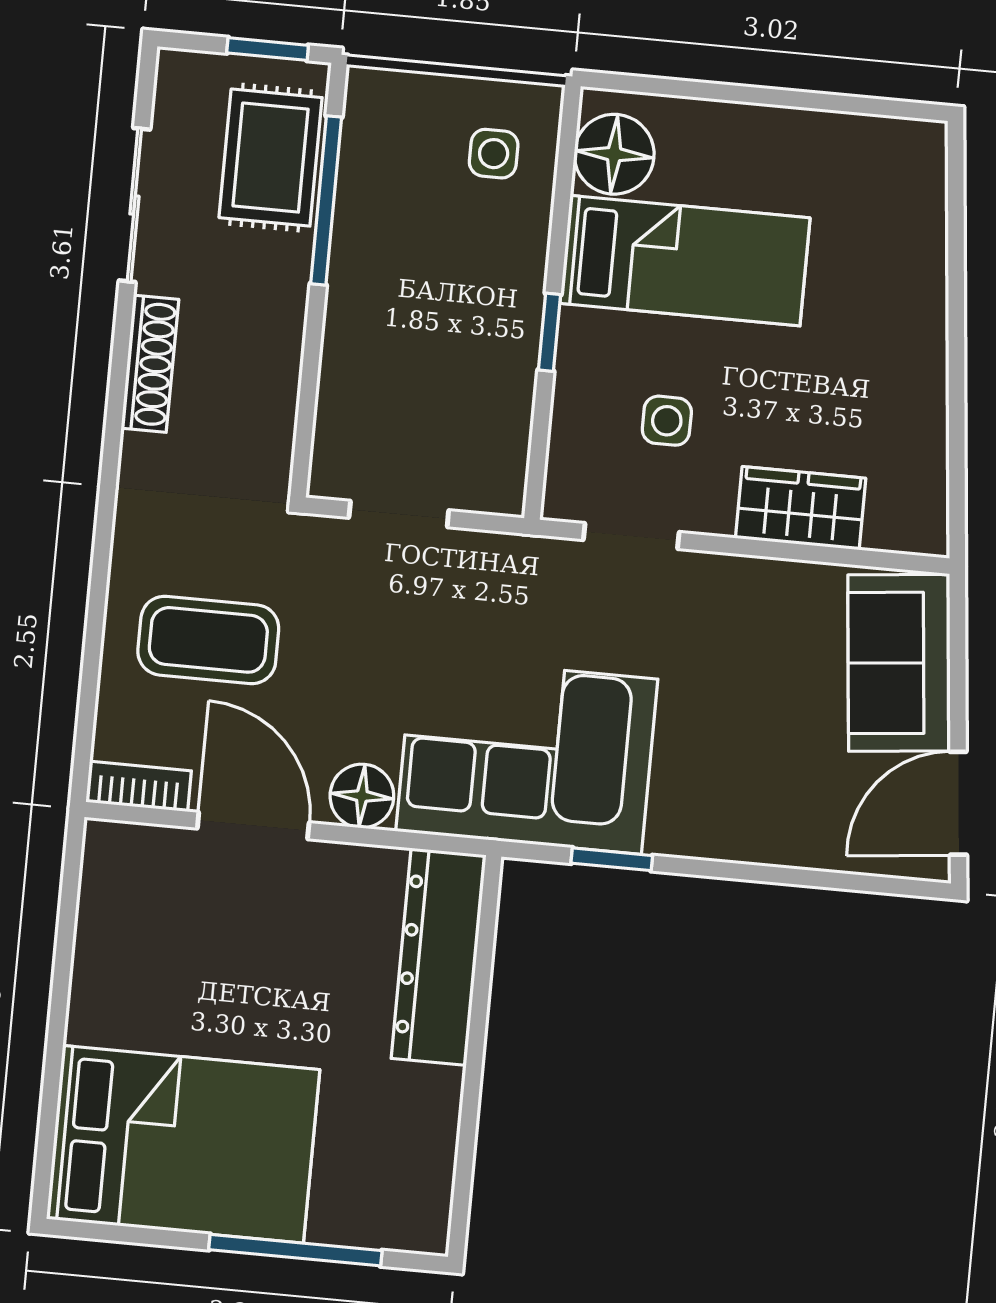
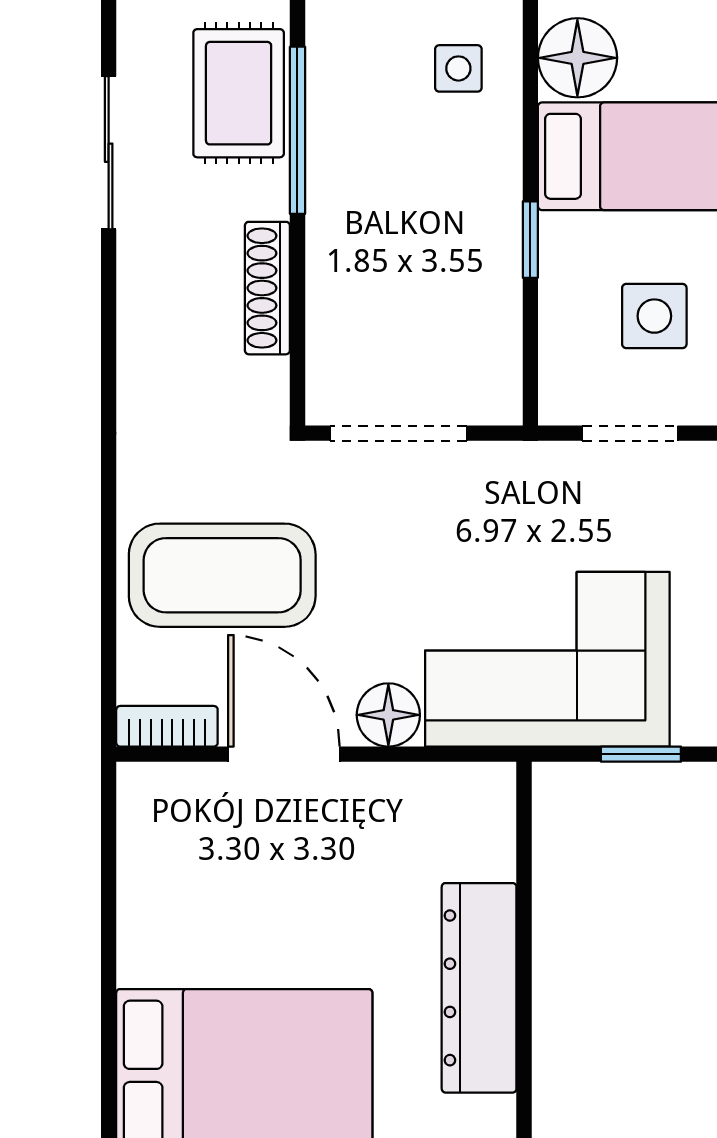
shoe rack: (150, 364) -> (267, 288), moved, turned 180
side table: (667, 421) -> (654, 316), width x1.37, depth x1.37
doorway: (399, 514) -> (398, 433), width x1.38
coffee table: (208, 640) -> (222, 575), width x1.36, depth x1.32
dresser: (439, 957) -> (479, 988), moved

